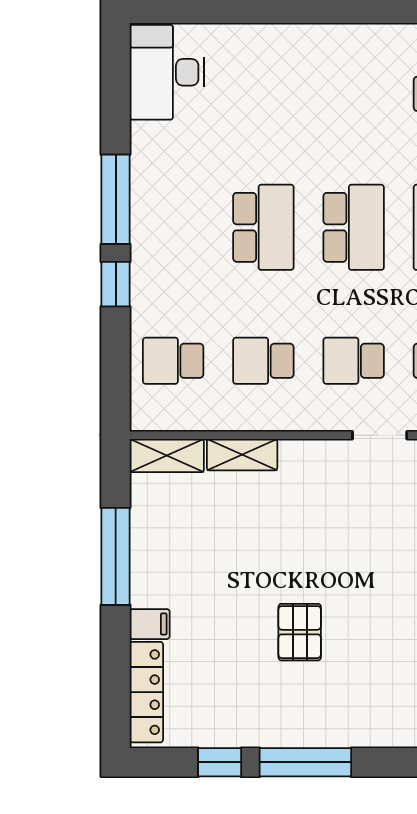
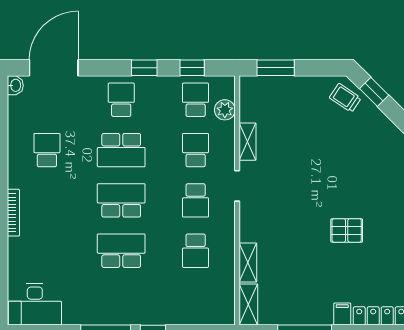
bookcase: (332, 34) -> (13, 213), added
school desk: (173, 361) -> (196, 301), removed

